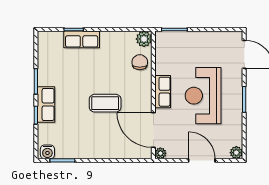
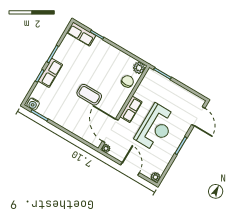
row of seats: (82, 39) -> (81, 34), moved
reception desk: (203, 96) -> (156, 127), turned 180

